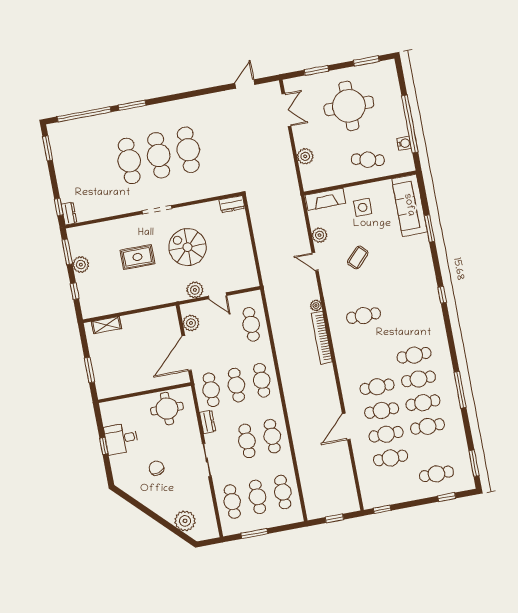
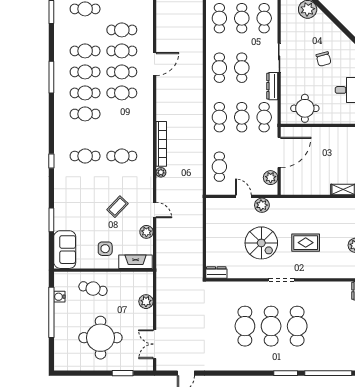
window: (366, 61) -> (78, 373), removed
sofa: (409, 205) -> (65, 250), width x0.73
cafe table: (405, 308) -> (85, 156), added
dresser: (208, 422) -> (272, 86), width x1.44

